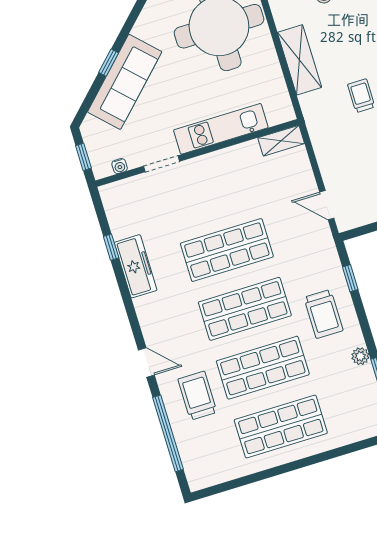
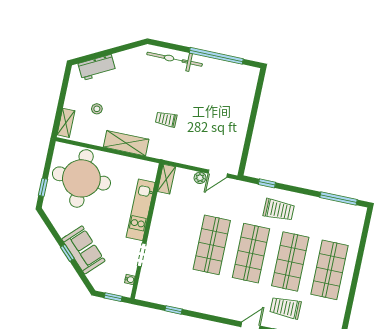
sofa: (125, 82) -> (83, 250), width x0.73
freezer: (136, 266) -> (192, 302), removed
plant: (360, 356) -> (200, 178), moved

